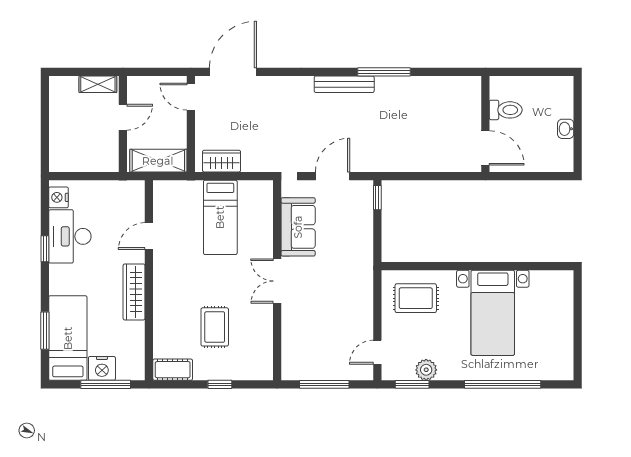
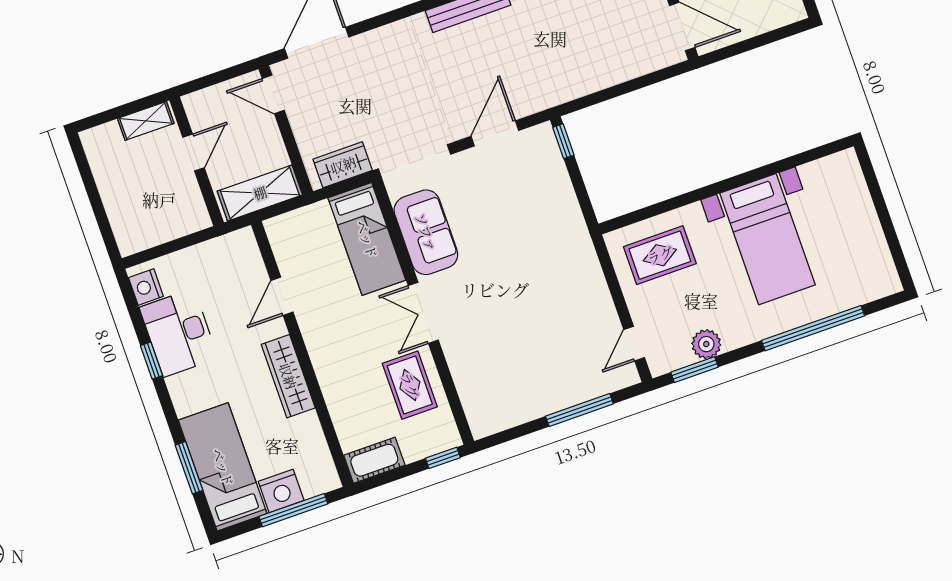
sofa: (298, 227) -> (426, 232), moved
wall: (277, 280) -> (423, 312), moved
double door: (277, 281) -> (423, 313), moved

